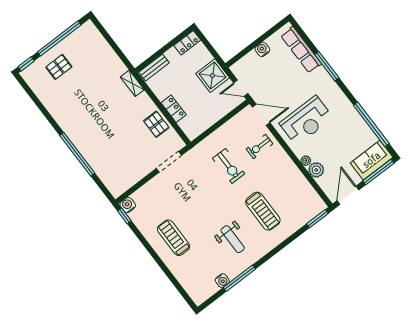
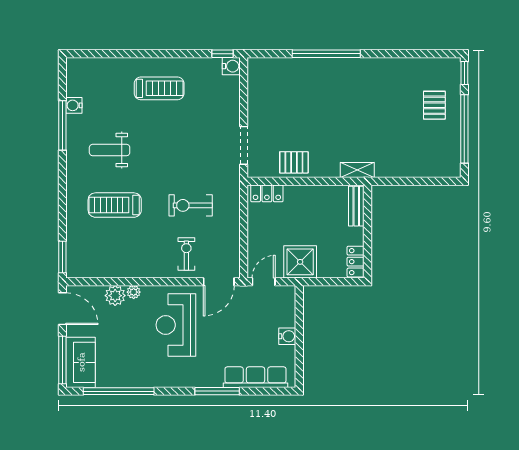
locker: (174, 109) -> (267, 193), moved

